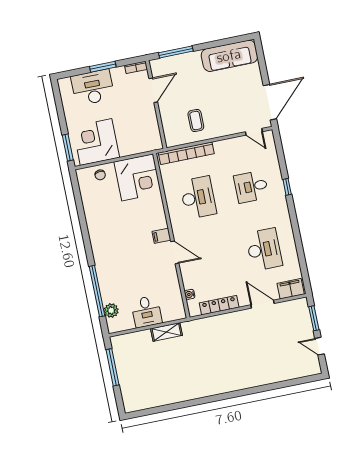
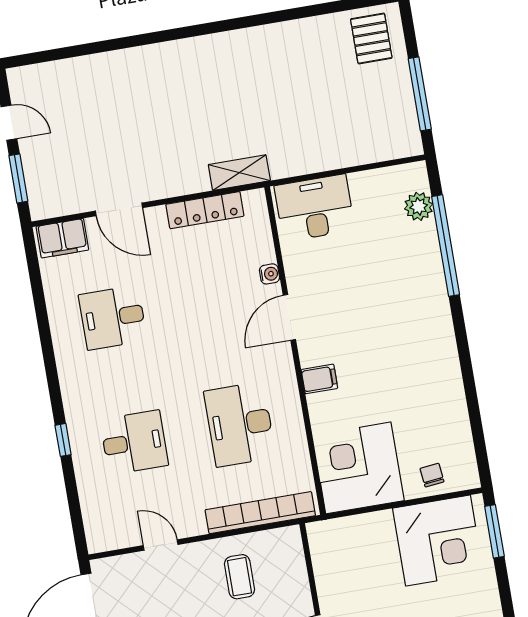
door: (254, 132) -> (161, 545), moved
filing cabinet: (161, 236) -> (319, 379), moved
desk: (264, 249) -> (113, 318), width x0.73
door: (175, 252) -> (289, 317), hinge flipped
water cooler: (190, 294) -> (269, 274), moved
desk: (146, 312) -> (315, 208), moved, width x1.37
shelving: (166, 332) -> (239, 173), moved
pallet: (138, 395) -> (371, 38), added

